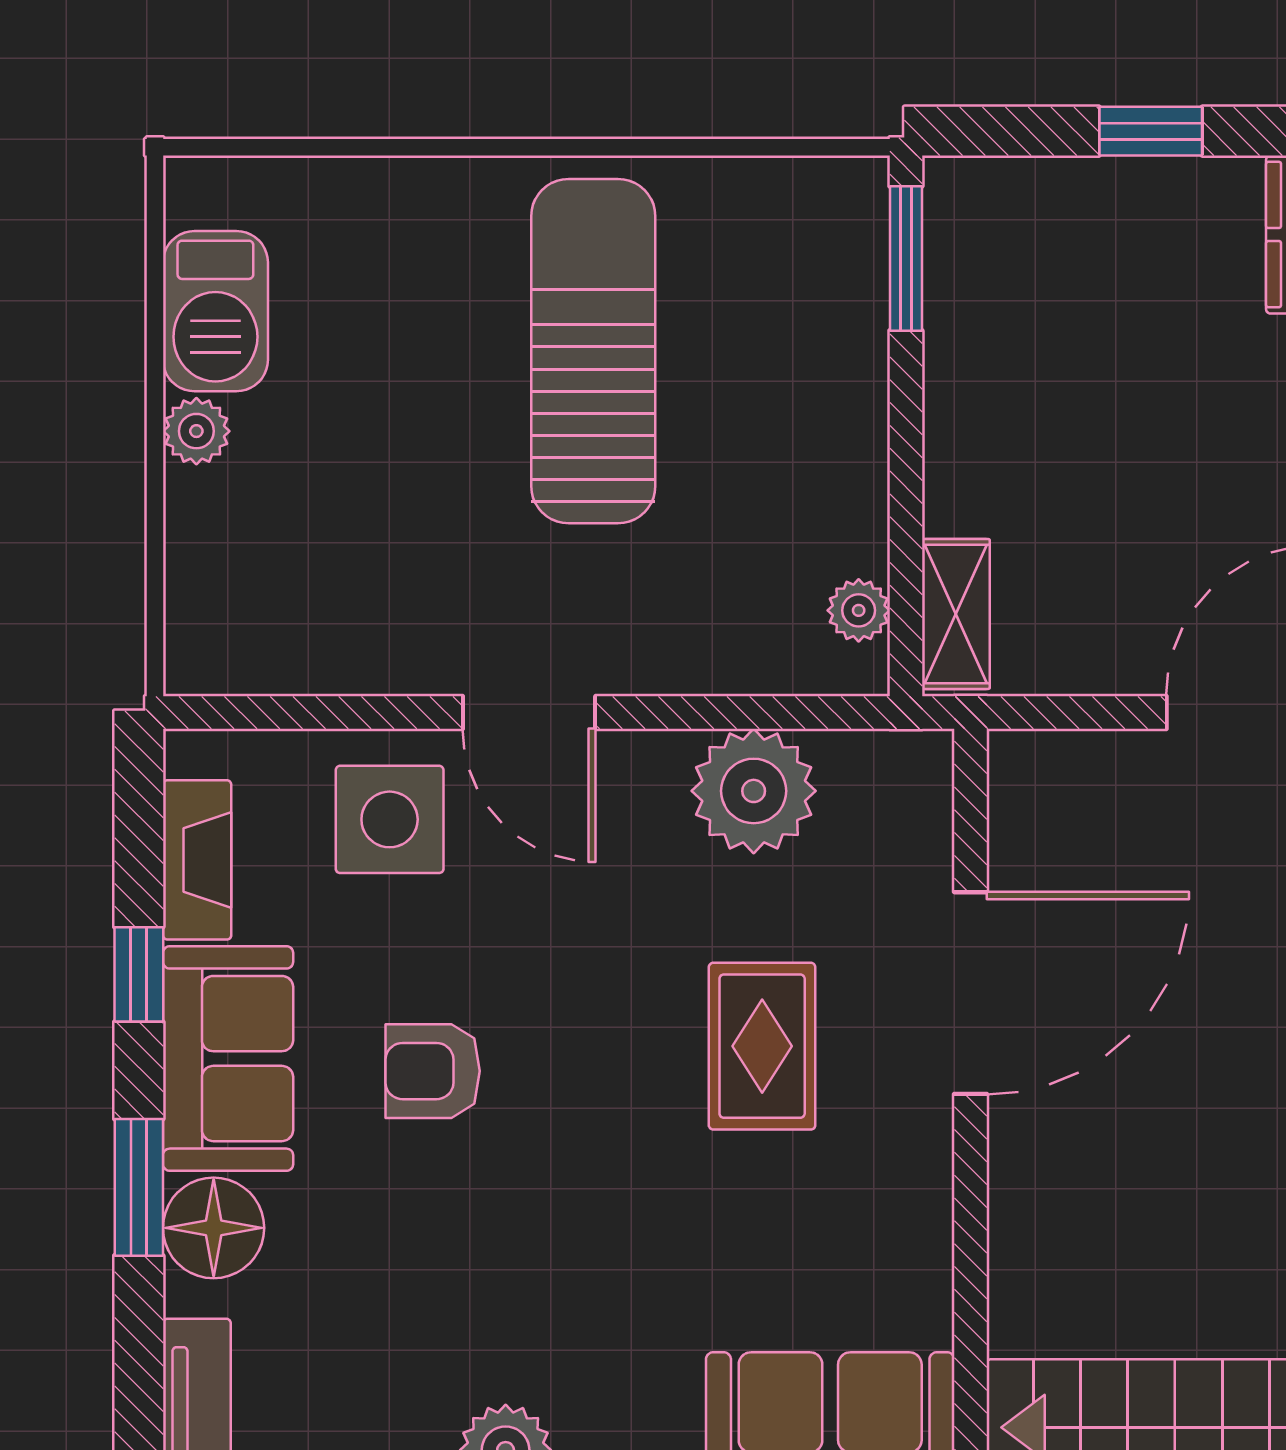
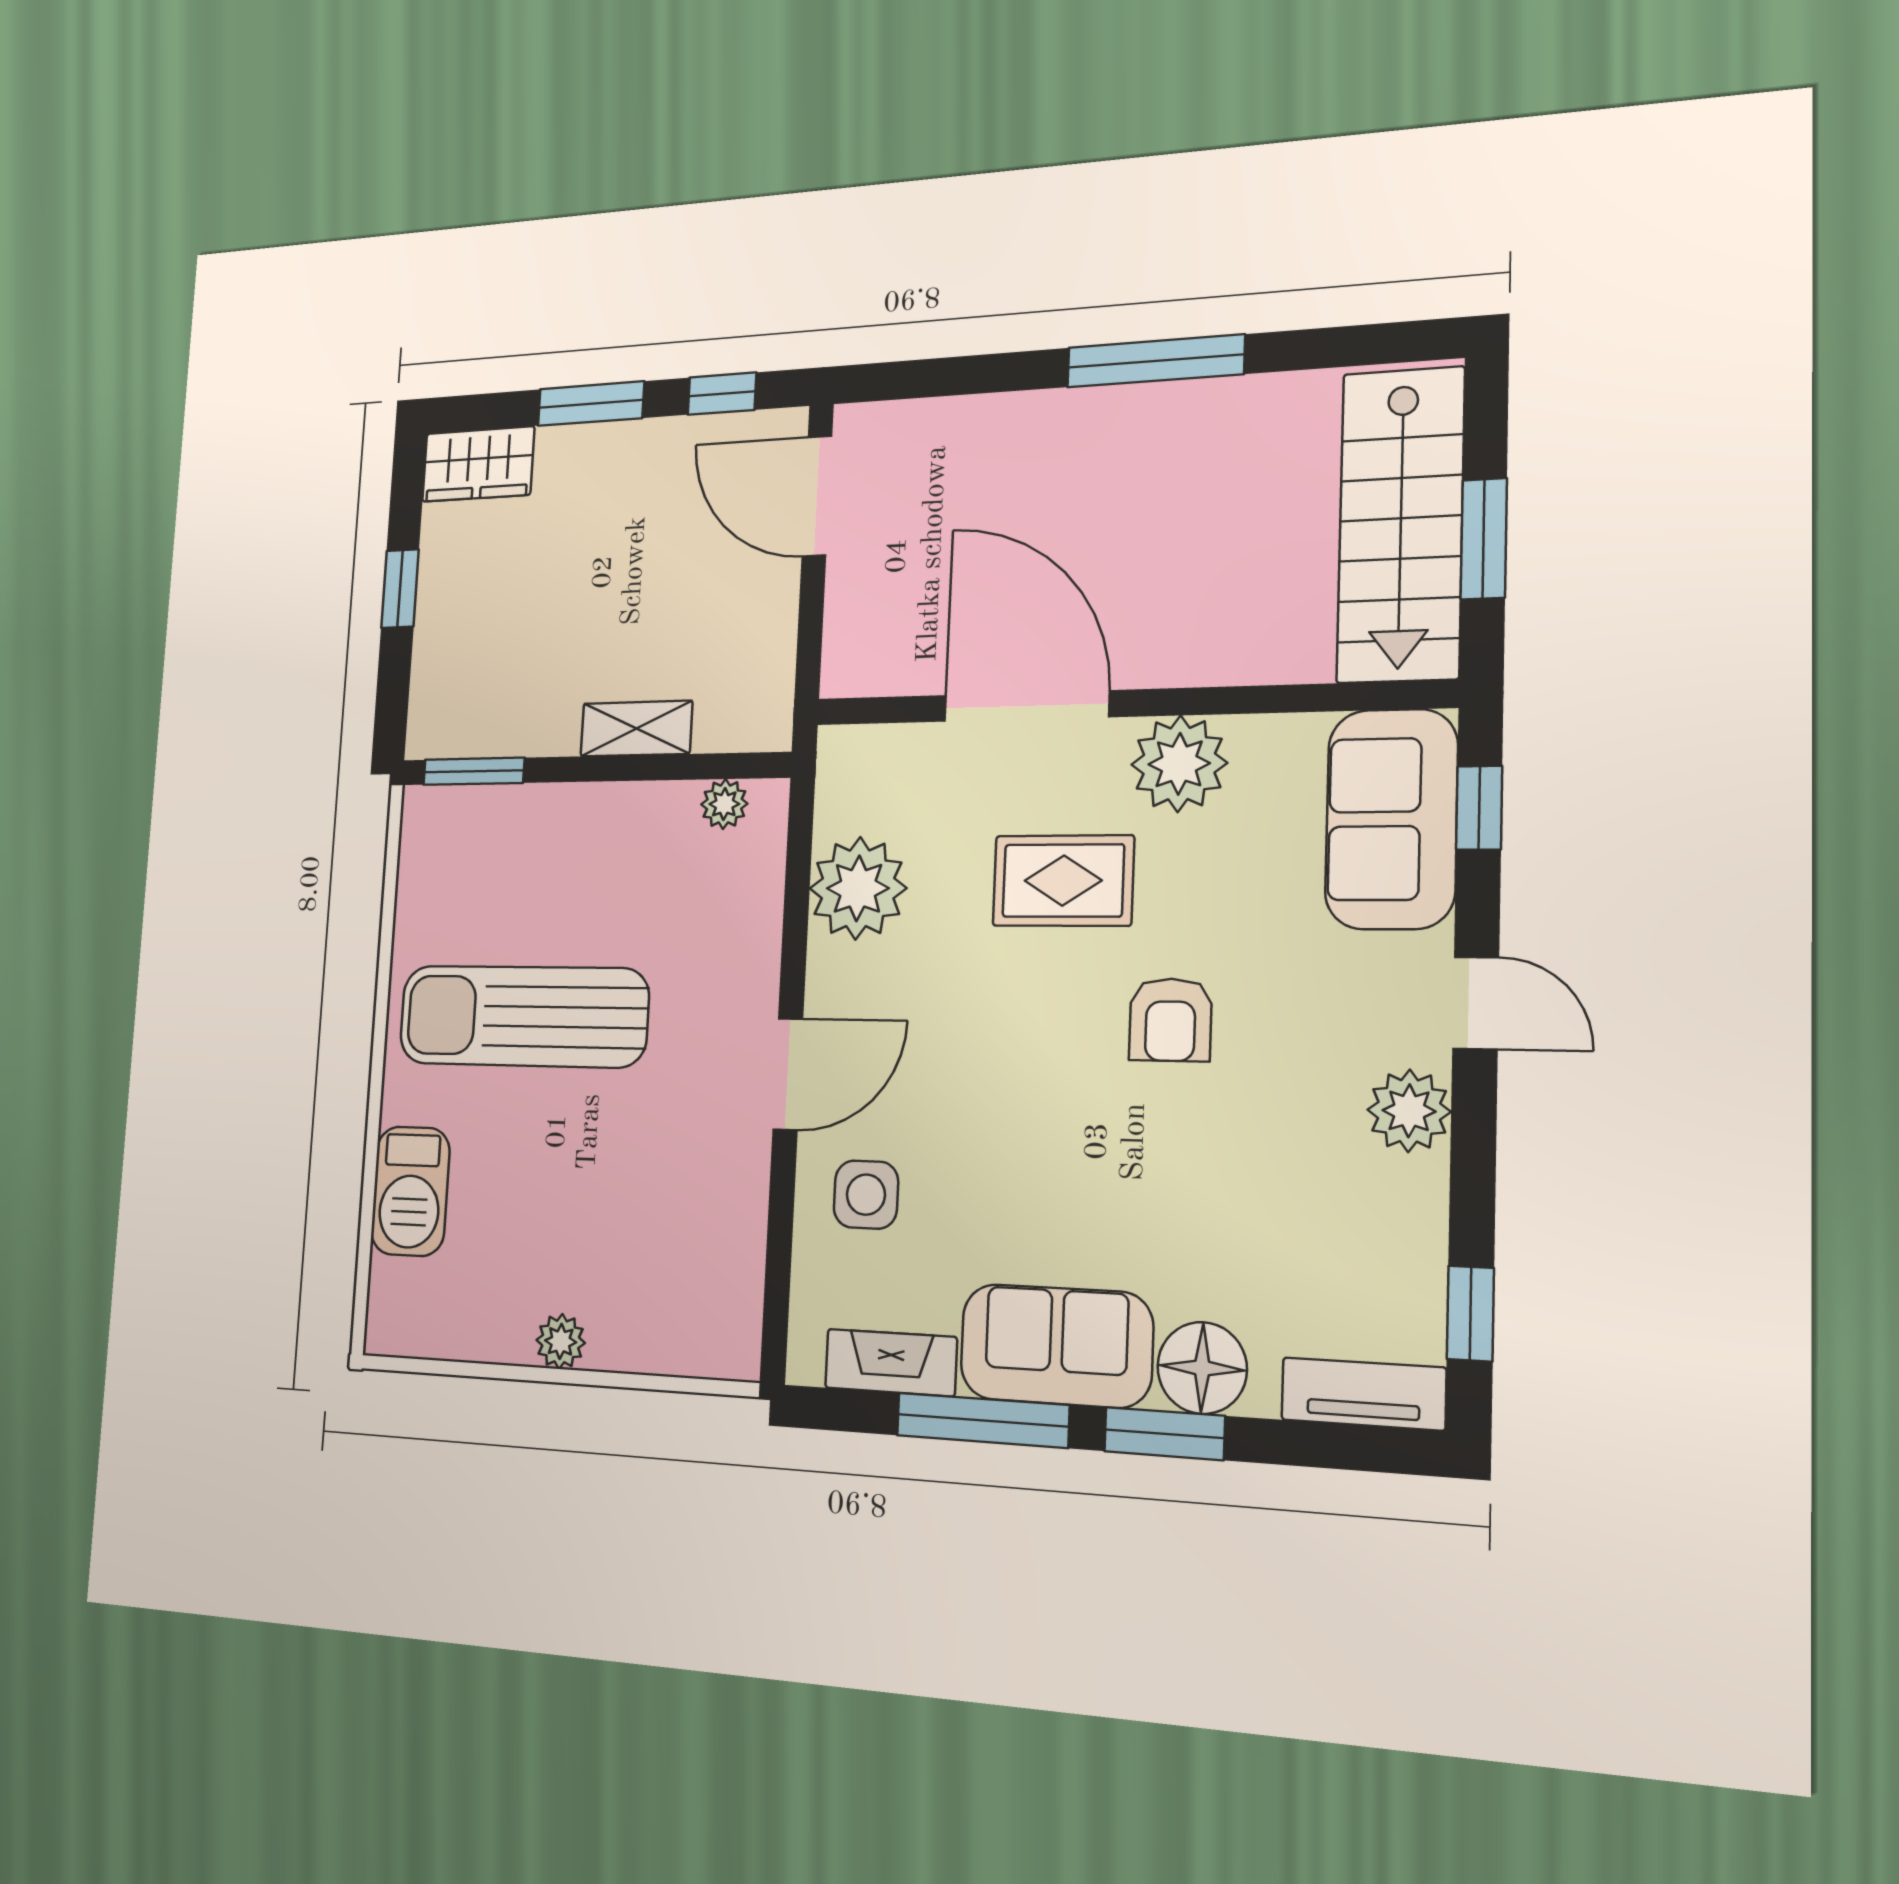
barbecue: (215, 311) -> (410, 1191), moved, turned 90
shelving: (956, 614) -> (636, 729), moved
side table: (390, 819) -> (866, 1195), width x0.73, depth x0.73
window: (139, 974) -> (983, 1420), width x2.17
armchair: (433, 1071) -> (1170, 1020), moved
plant: (898, 1180) -> (1179, 764), added

